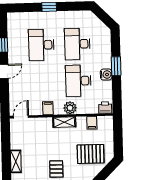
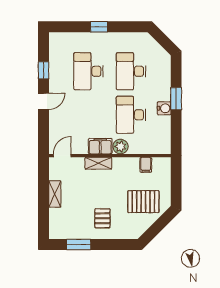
filing cabinet: (48, 108) -> (100, 146), width x2.00
printer: (105, 108) -> (162, 147), removed
shelving: (64, 122) -> (98, 163), moved
shelving: (16, 161) -> (55, 194), moved

